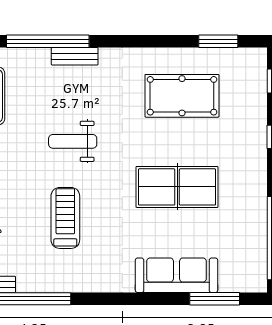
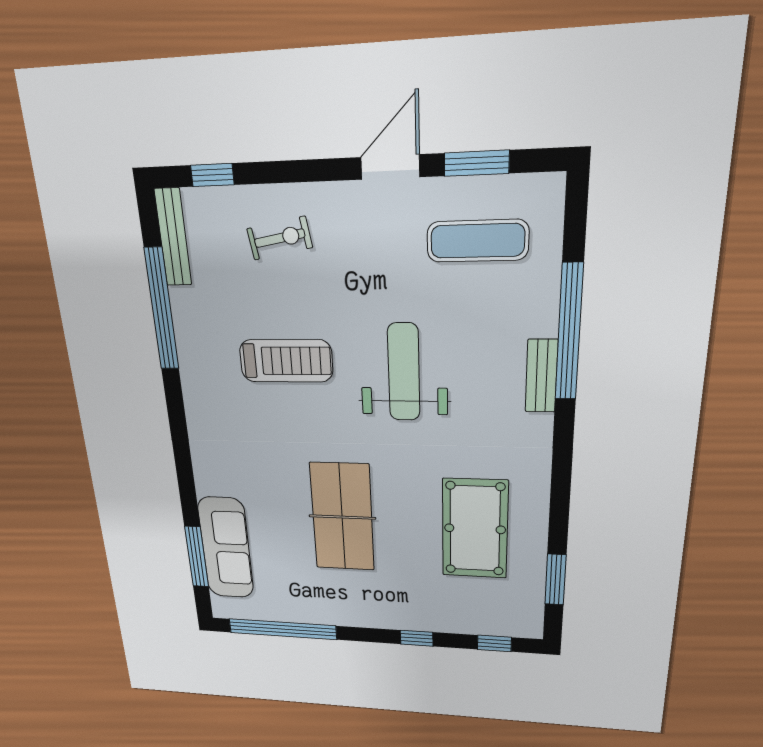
weight bench: (73, 141) -> (404, 372), width x1.36, depth x1.33
sofa: (176, 275) -> (226, 548), moved

